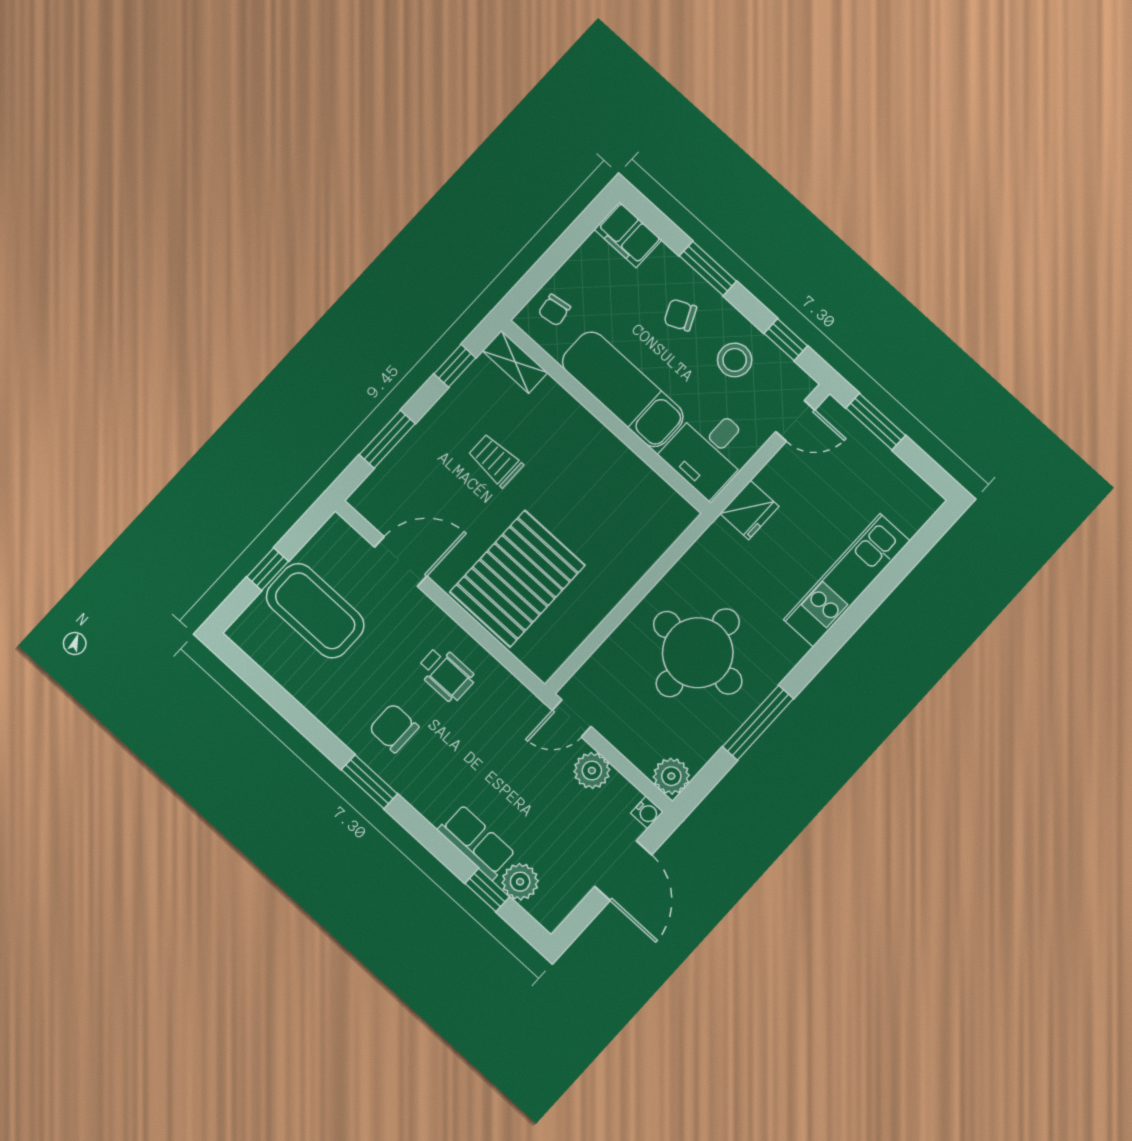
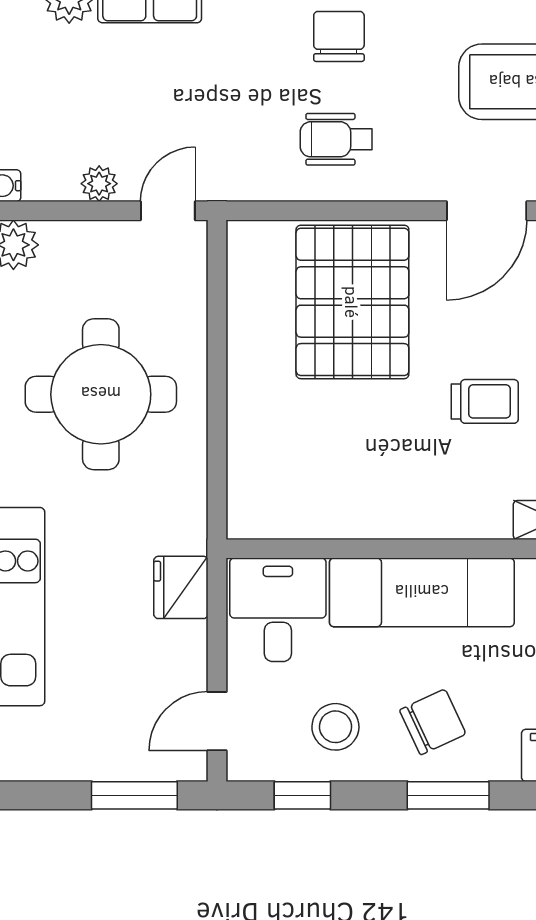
chair: (680, 315) -> (433, 722), width x1.37, depth x1.37
chair: (394, 728) -> (339, 36), turned -90
plant: (592, 771) -> (99, 184), width x0.73, depth x0.73

